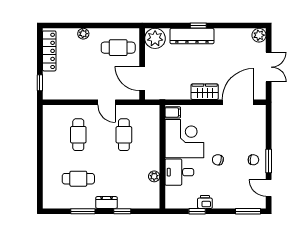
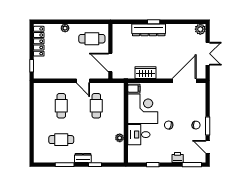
plant: (155, 38) -> (120, 32), removed
wardrobe: (205, 92) -> (146, 73), moved
printer: (205, 202) -> (178, 157), moved

